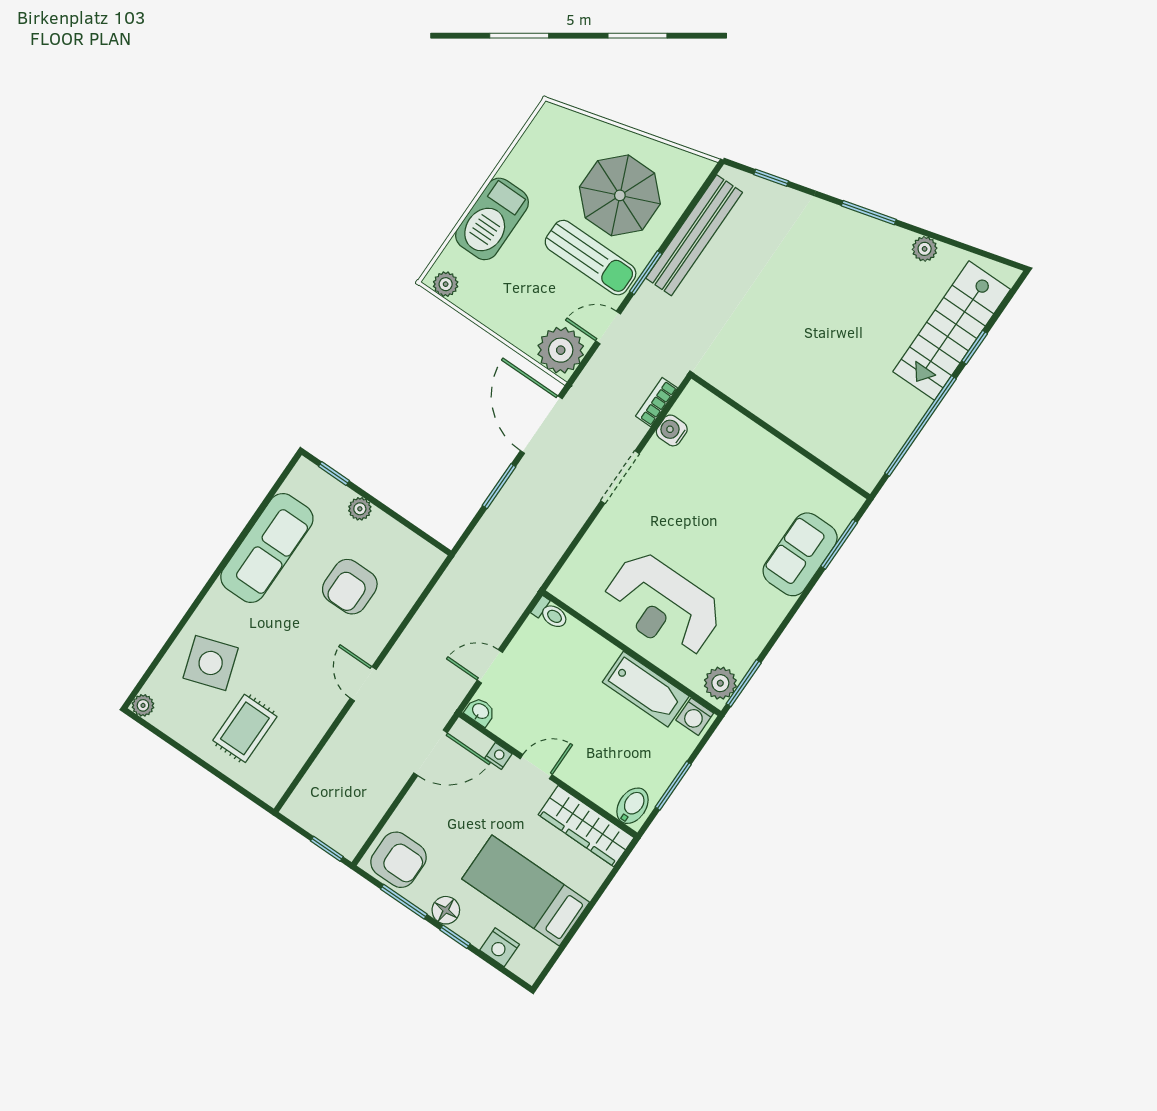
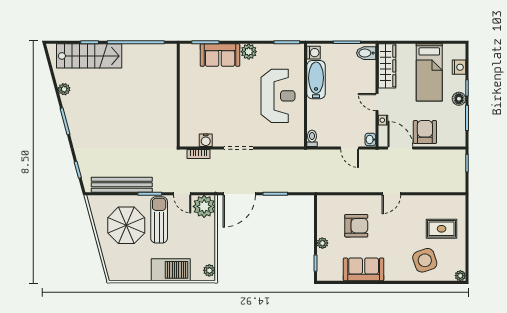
sofa: (267, 548) -> (364, 269), width x0.73
plant: (720, 683) -> (249, 52), moved
armchair: (398, 860) -> (425, 132), moved

